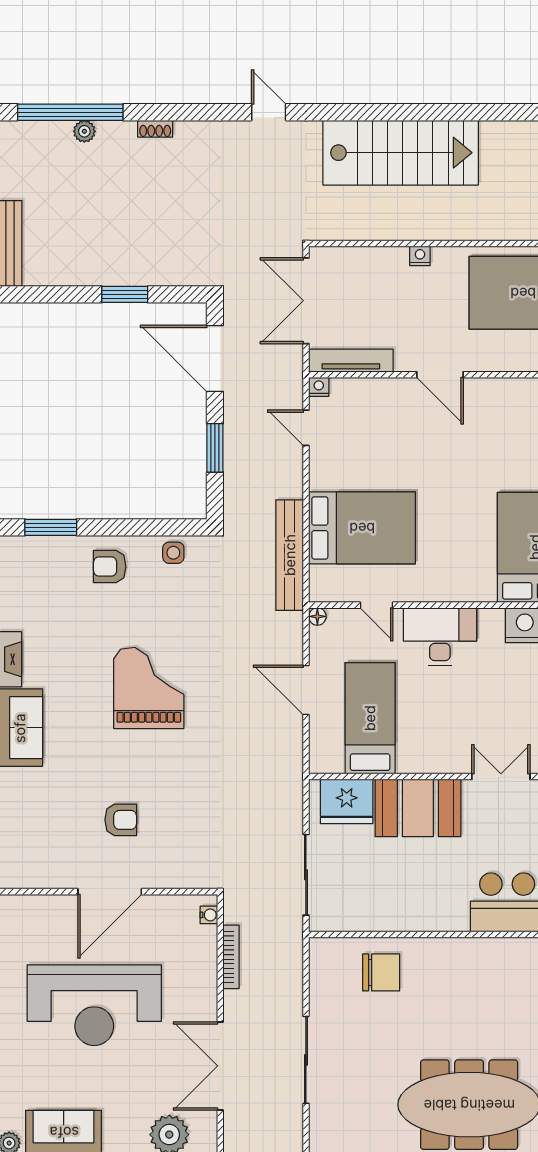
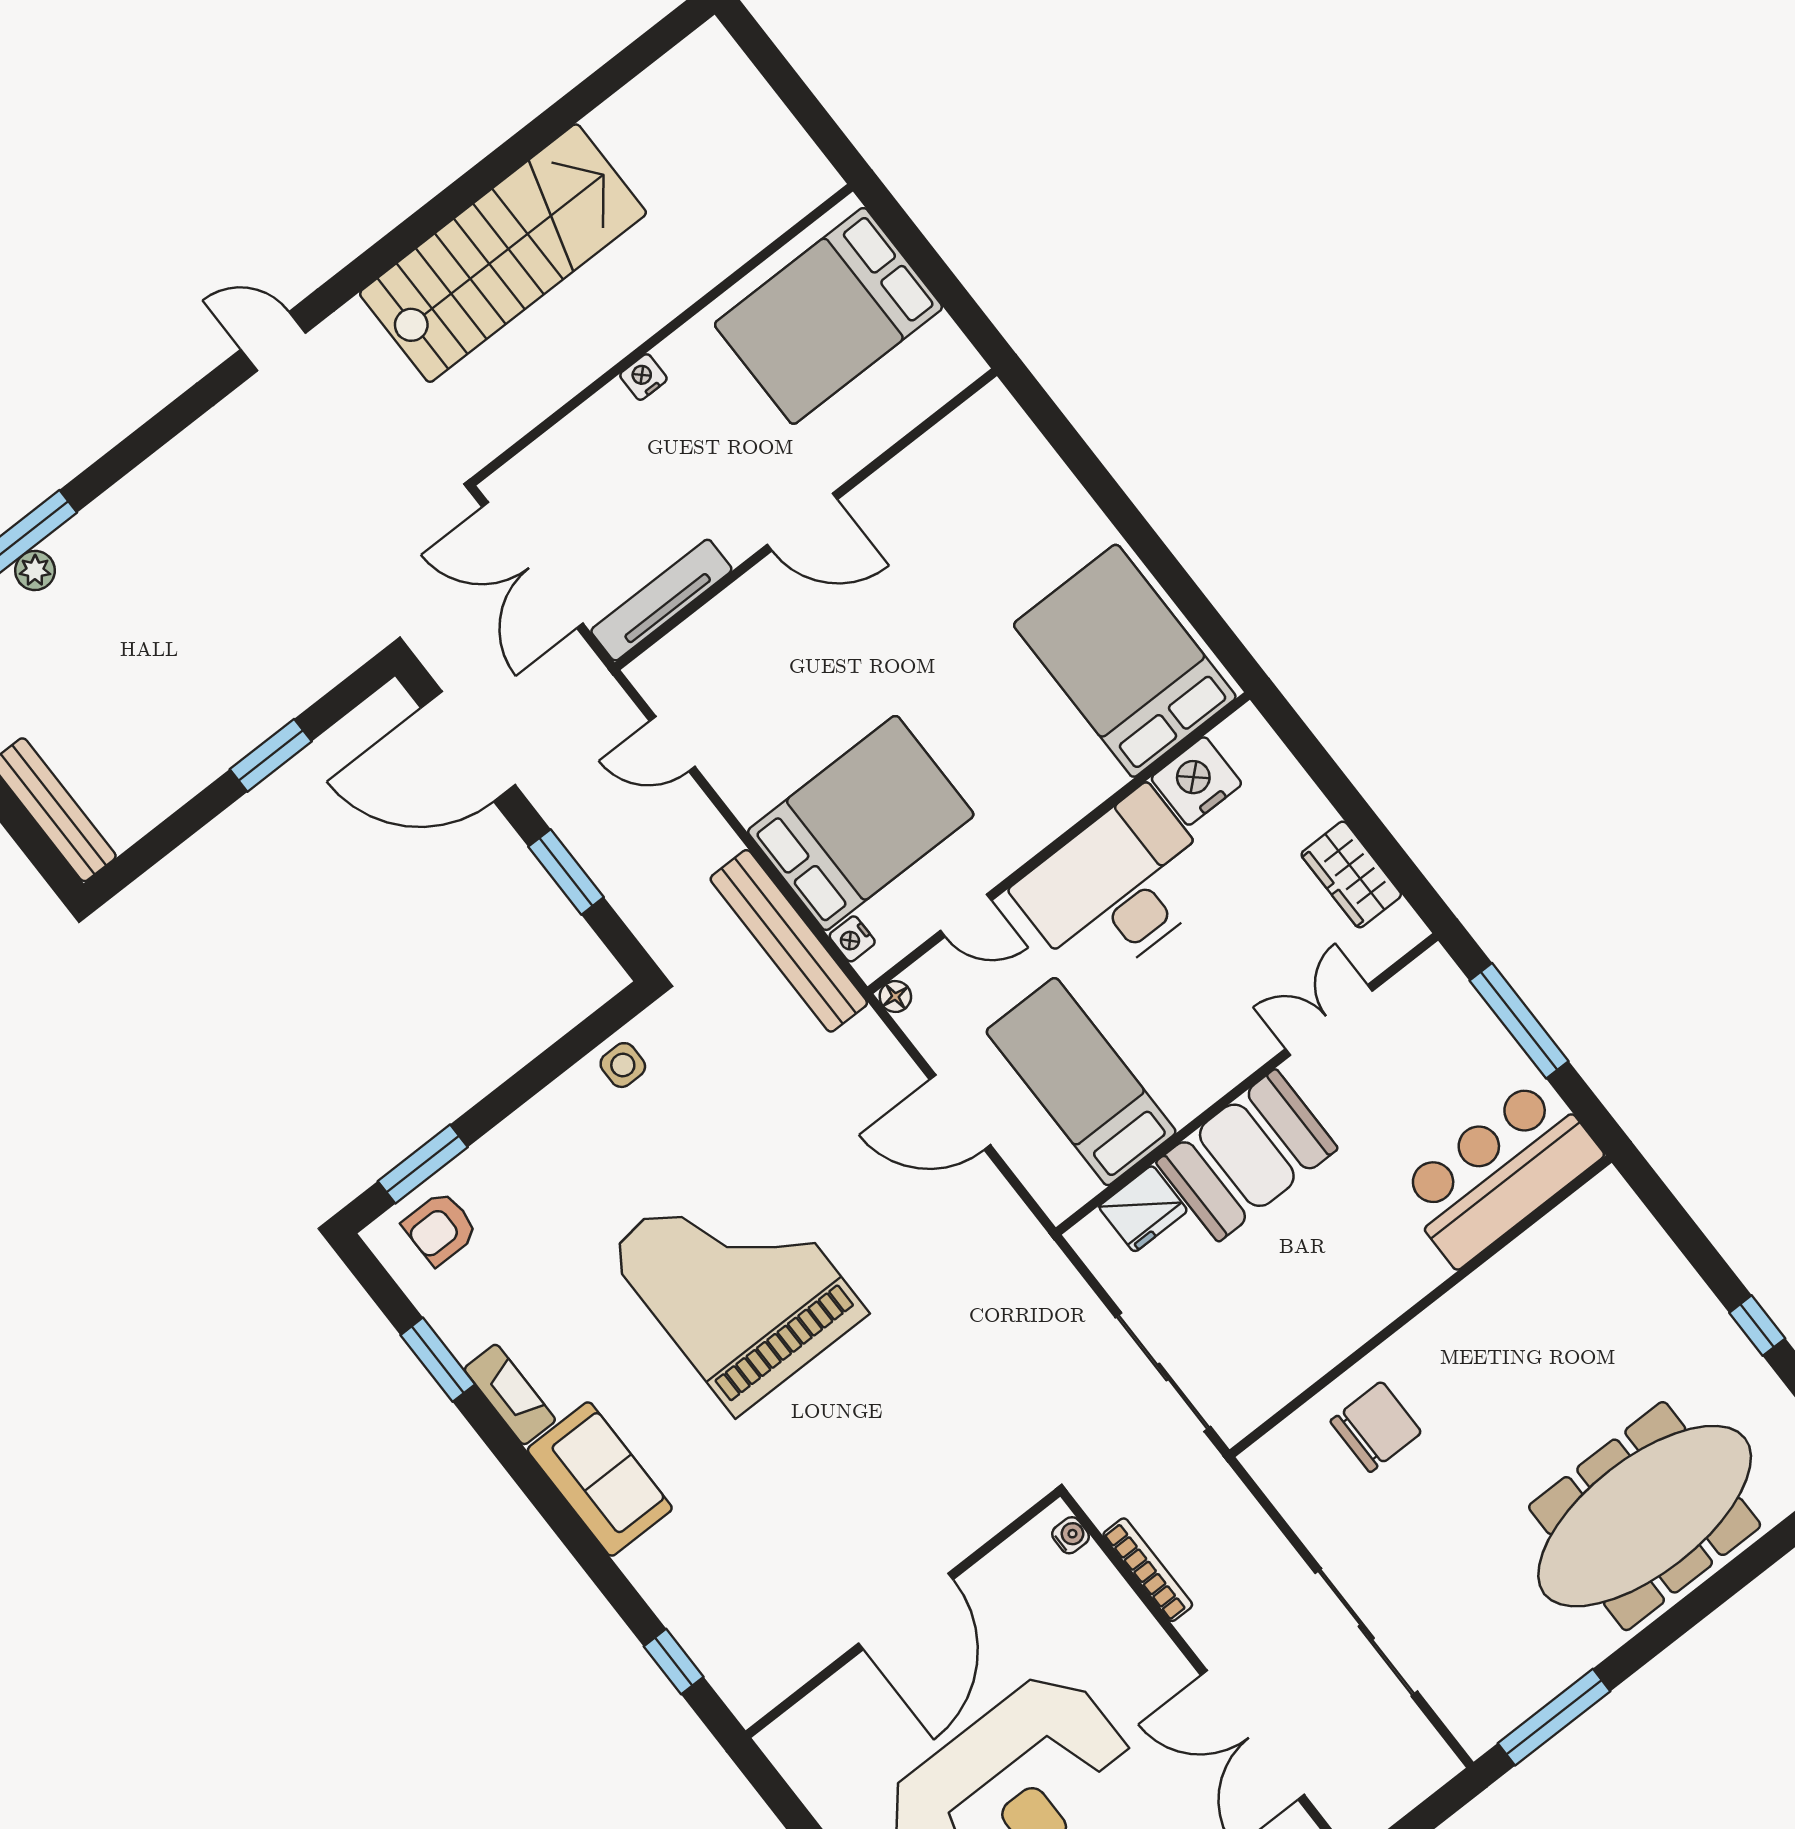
shoe rack: (155, 129) -> (132, 489), removed
nightstand: (319, 387) -> (852, 939), moved, turned -90
armchair: (110, 567) -> (440, 1228), moved
desk: (440, 637) -> (1118, 888), width x1.36, depth x1.30
grand piano: (149, 688) -> (737, 1282), width x1.37, depth x1.48
fridge: (347, 801) -> (1143, 1209), width x0.73, depth x0.75
armchair: (121, 820) -> (842, 1498), removed

